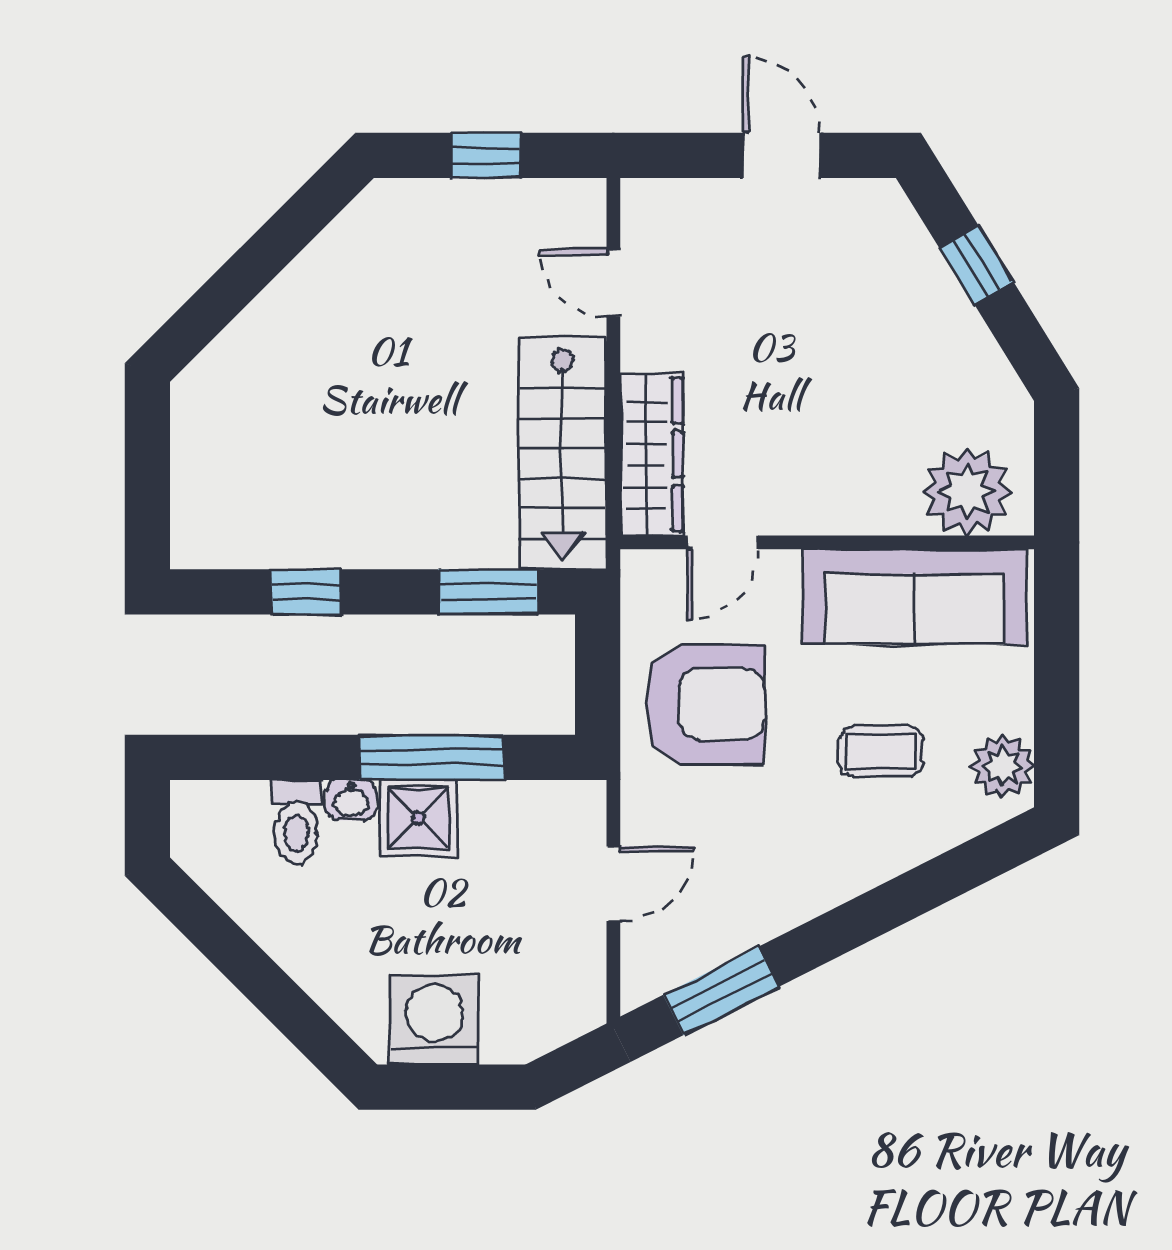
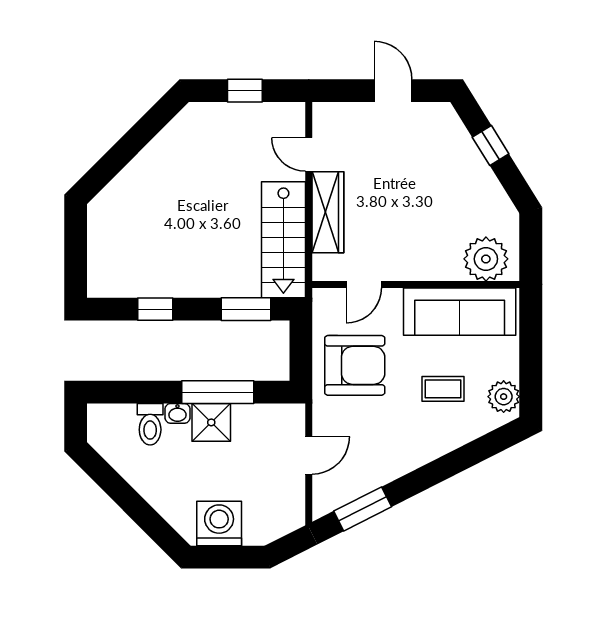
wardrobe: (651, 455) -> (328, 212), moved

